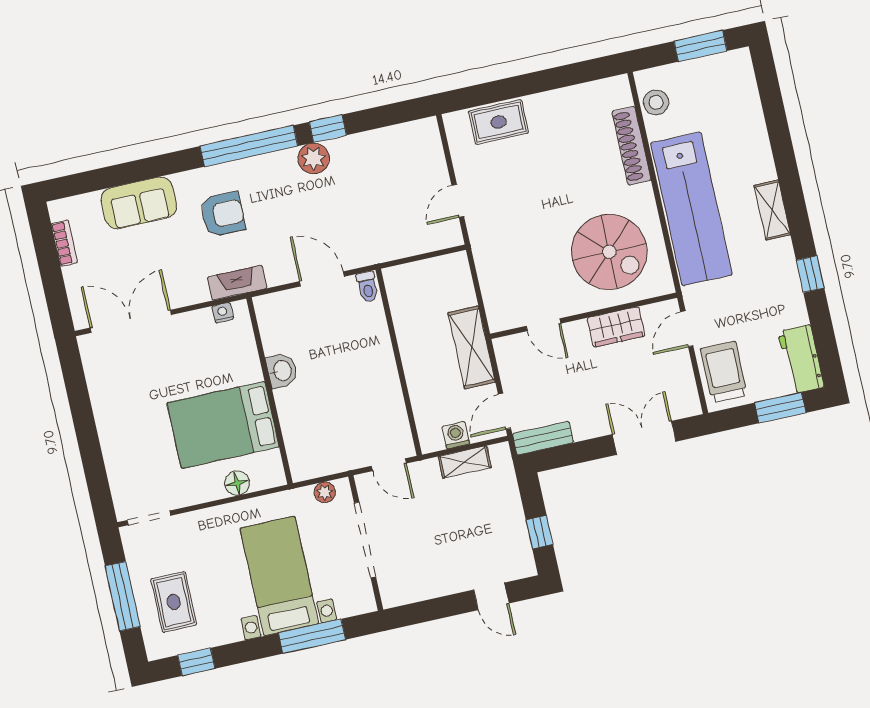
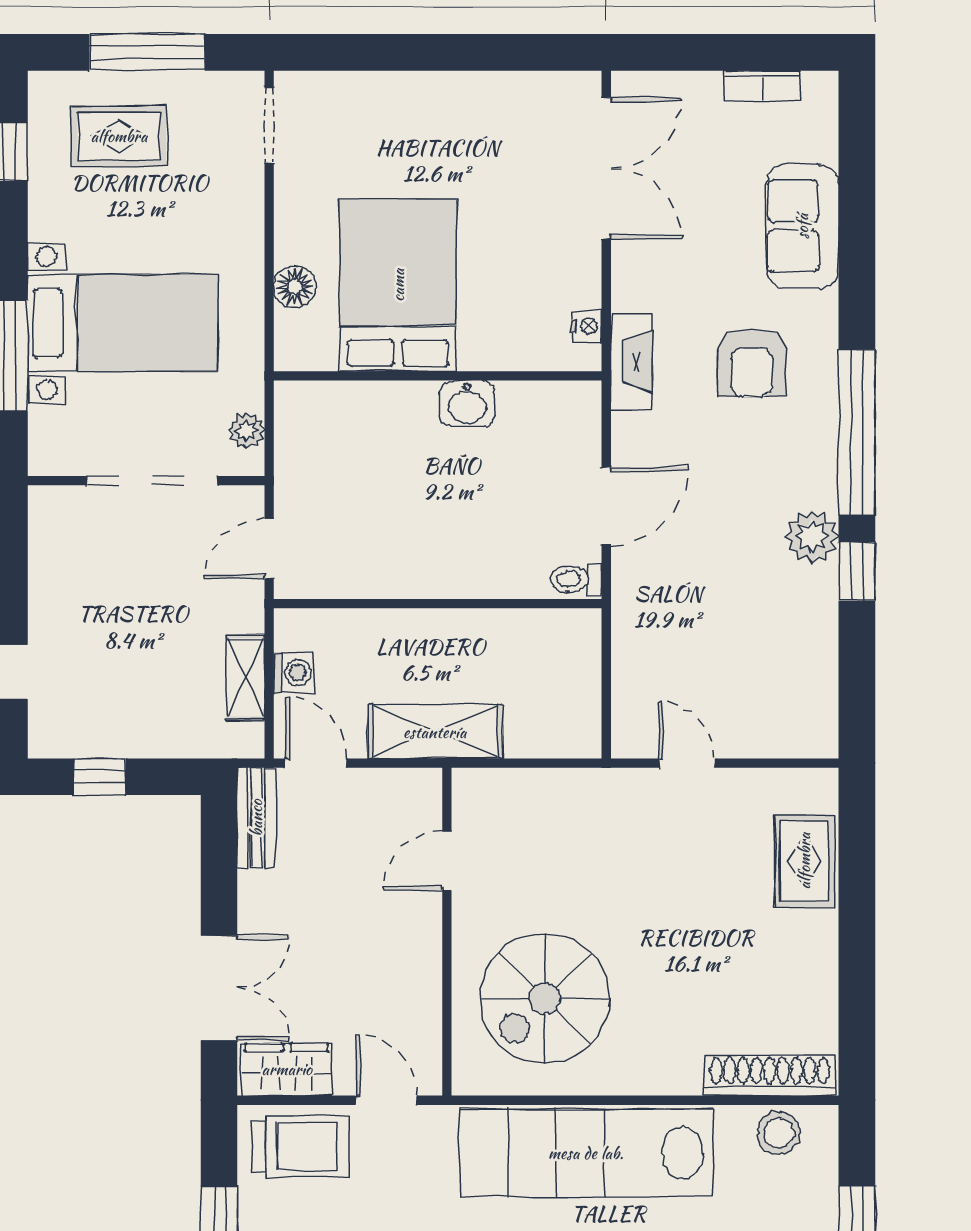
shoe rack: (631, 146) -> (770, 1075), moved
wardrobe: (616, 327) -> (287, 1069), moved, turned 90

